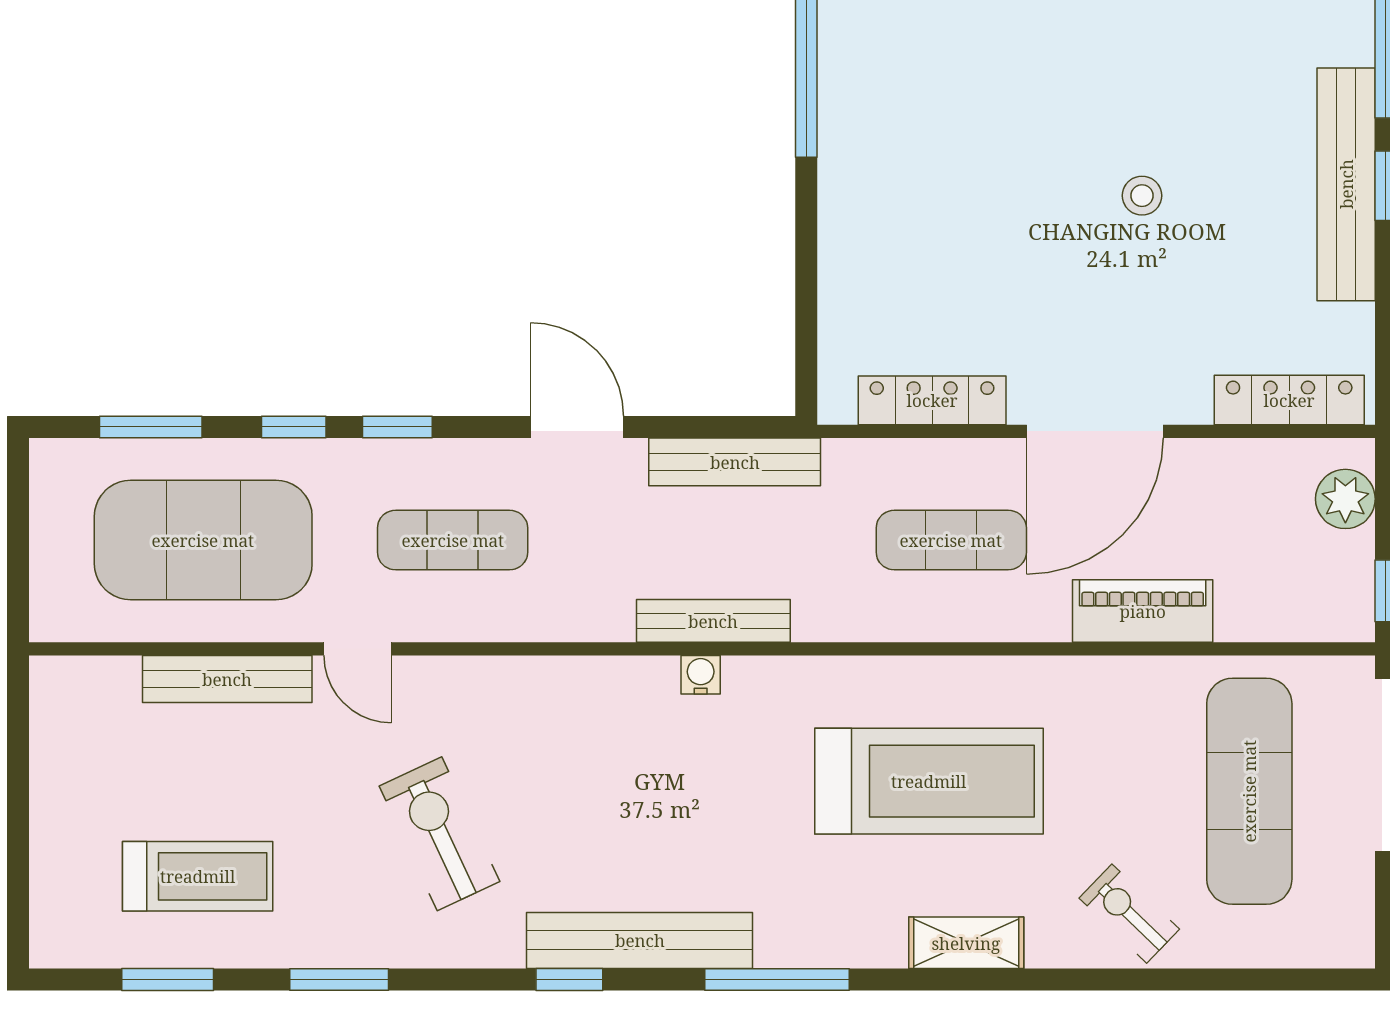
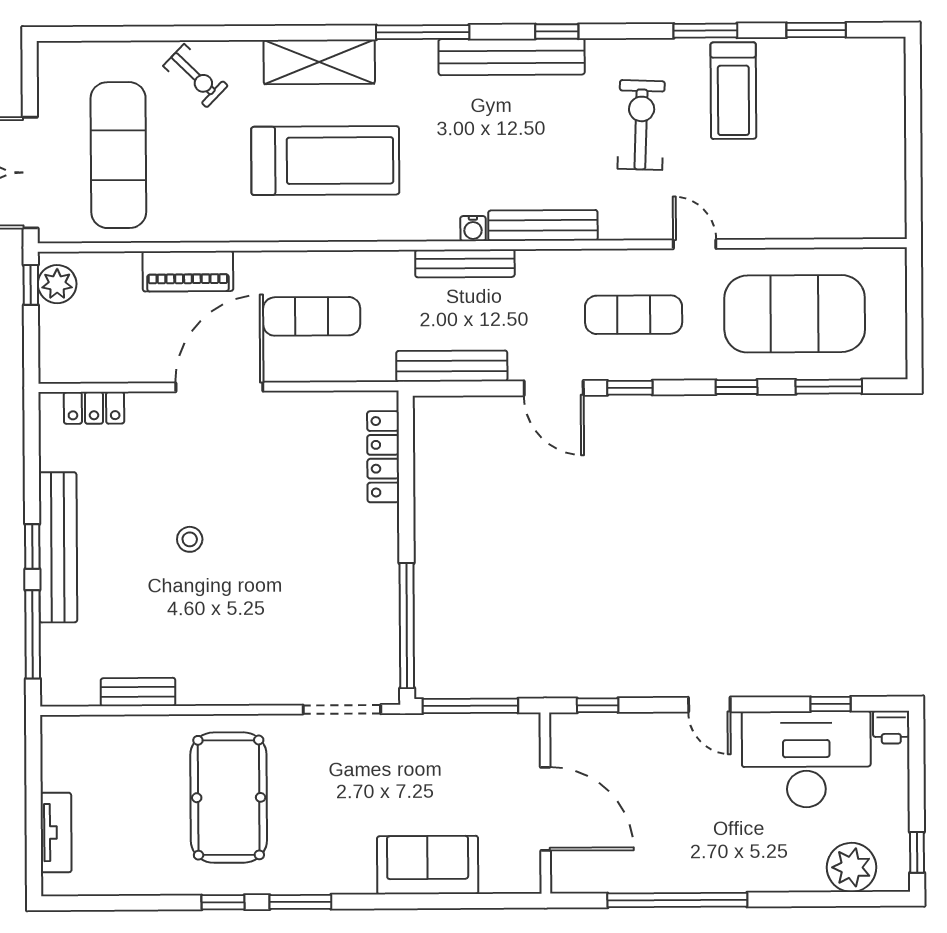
locker: (932, 400) -> (383, 457), moved, turned 90
locker: (1289, 400) -> (94, 408), width x0.66
window: (397, 427) -> (630, 388), moved
plant: (1345, 499) -> (57, 284), moved
bench: (227, 679) -> (543, 225), moved
treadmill: (929, 781) -> (325, 161), turned 180
exercise bike: (439, 834) -> (641, 125), turned -153
treadmill: (198, 876) -> (733, 91), moved, turned -90
shelving: (966, 943) -> (319, 62), width x1.50, depth x1.33

